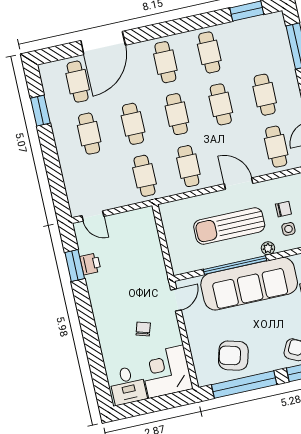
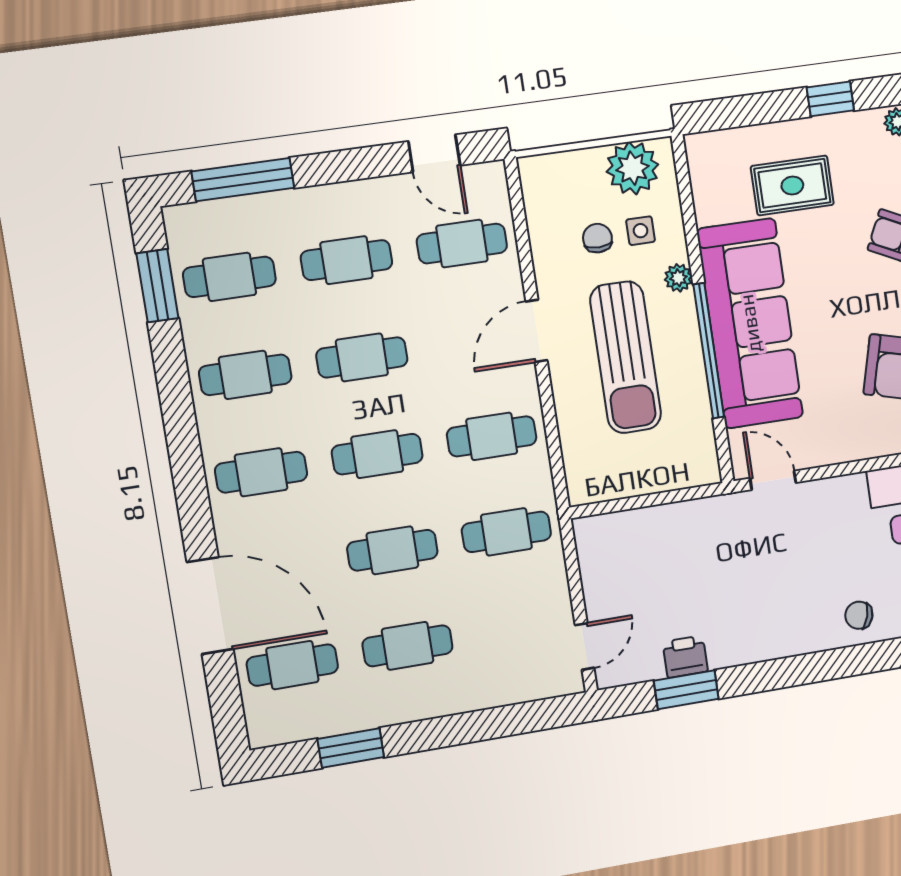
cafe table: (253, 43) -> (229, 277), added
chair: (143, 329) -> (859, 615), moved

